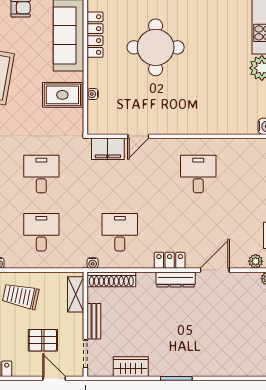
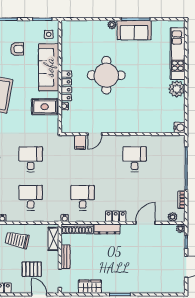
locker: (95, 35) -> (66, 86), moved
filing cabinet: (108, 149) -> (80, 142), width x0.50
dresser: (176, 280) -> (107, 229), moved

